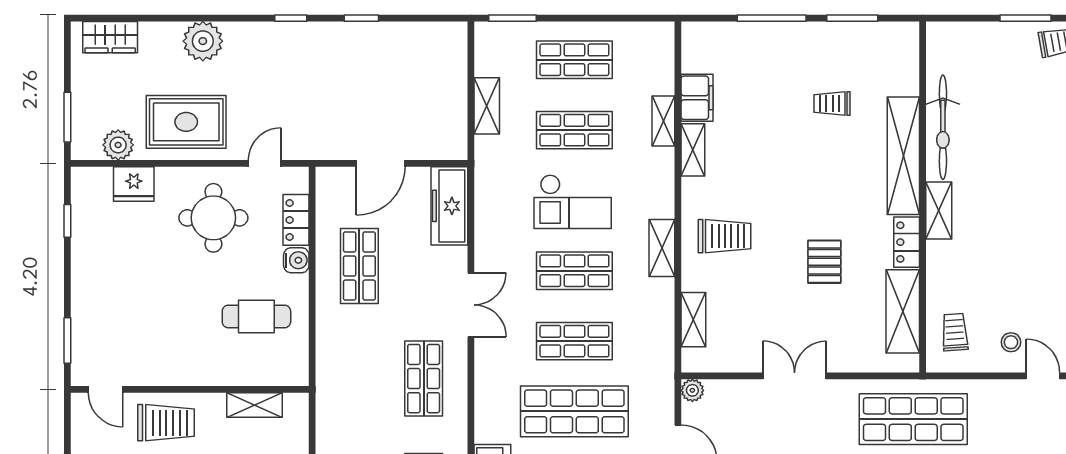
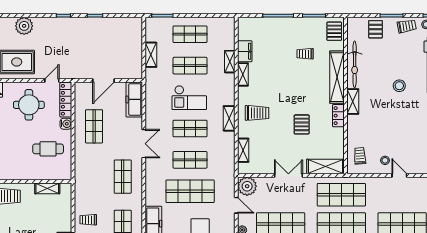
pallet: (990, 49) -> (376, 29), added
pallet: (897, 53) -> (334, 31), added
stool: (1043, 175) -> (399, 86), added
locker: (296, 220) -> (66, 100), width x1.53
shelving: (903, 311) -> (325, 166), moved, turned 90
plant: (692, 390) -> (247, 186), width x1.87, depth x1.87

